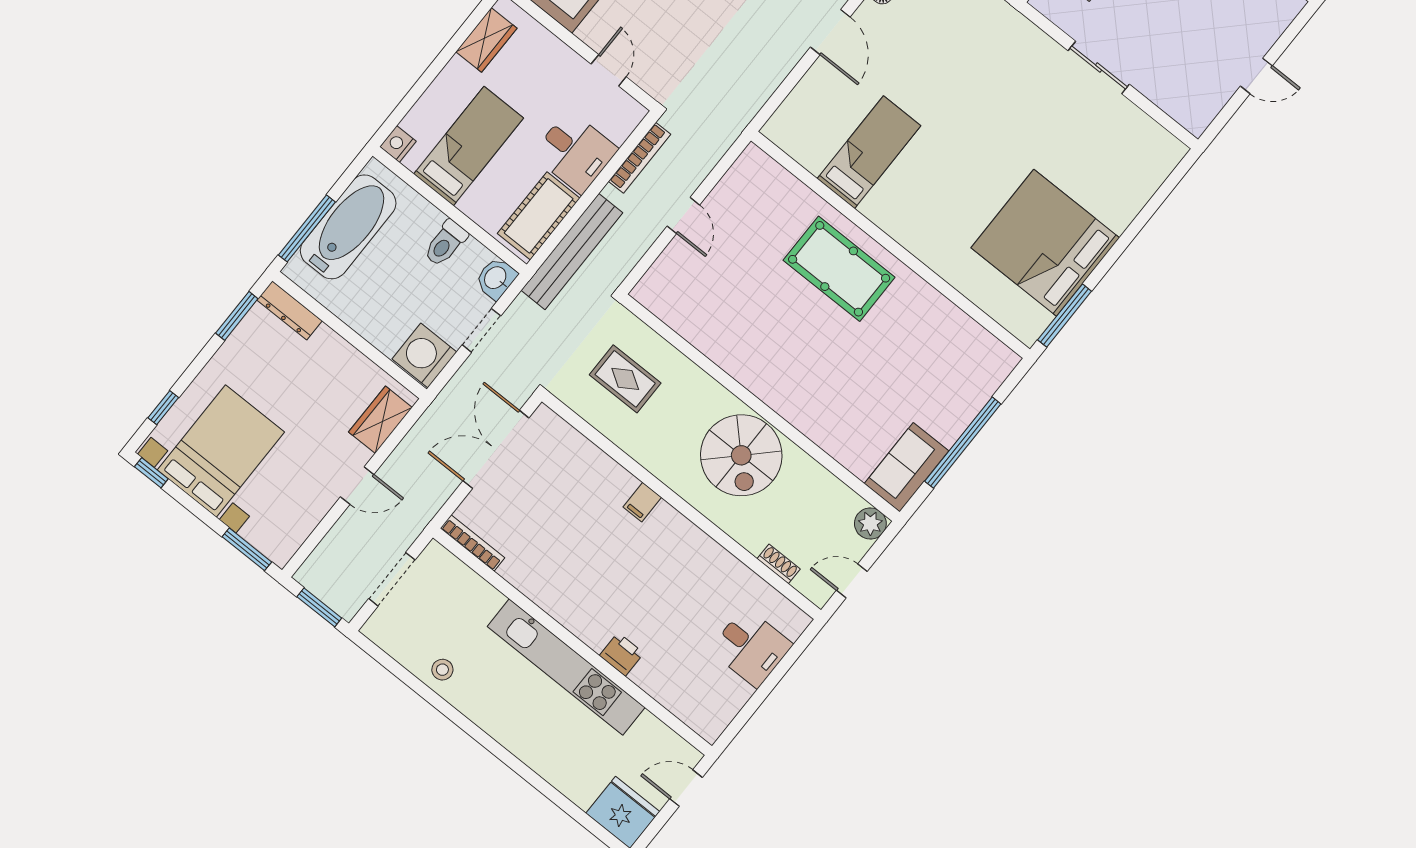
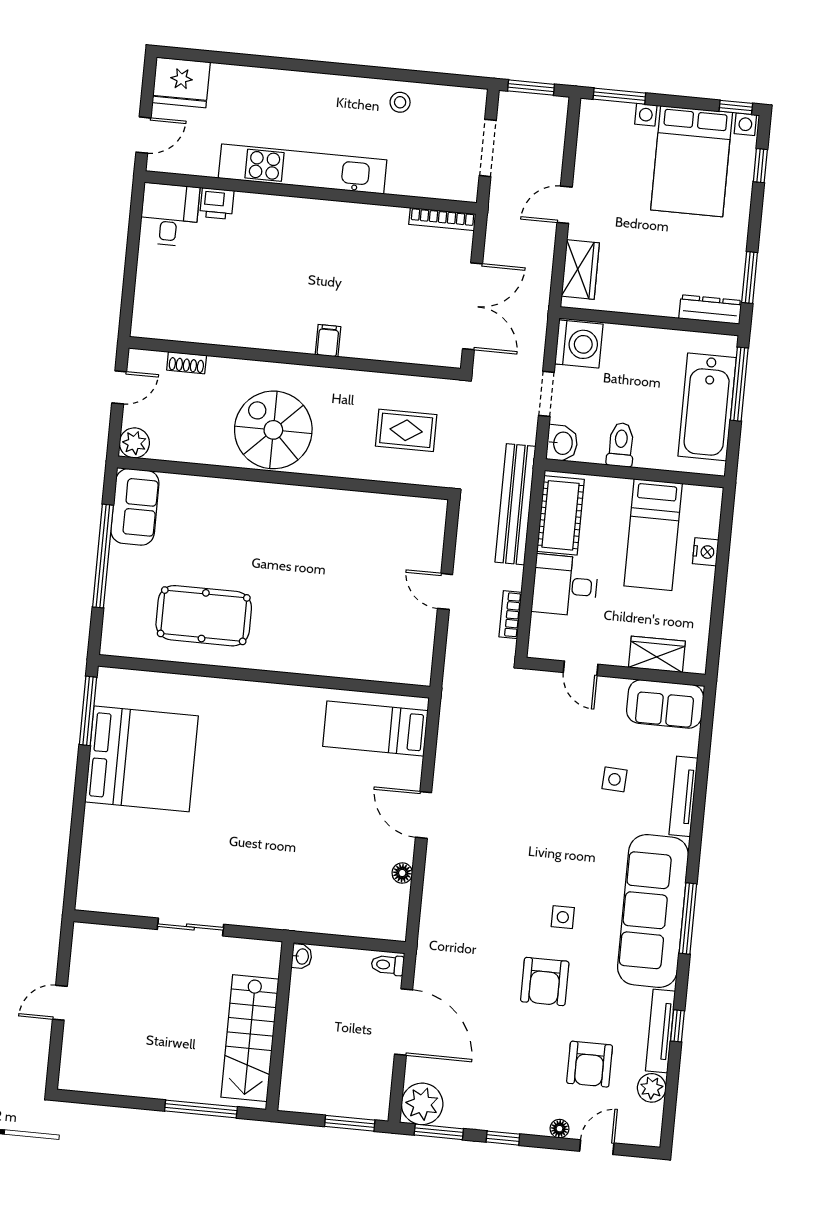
wardrobe: (486, 40) -> (657, 654), moved, turned 90
nightstand: (398, 144) -> (706, 552), moved
bed: (869, 152) -> (375, 728), moved, turned 90
bookcase: (640, 158) -> (510, 615), width x0.64
pool table: (839, 269) -> (204, 616), moved
desk: (751, 647) -> (169, 215), moved, turned 90
printer: (622, 654) -> (217, 204), moved

